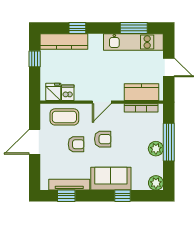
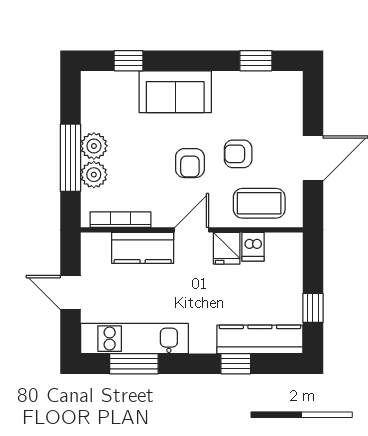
fridge: (53, 92) -> (227, 248), moved
kitchen counter: (142, 92) -> (143, 248), moved
armchair: (103, 139) -> (190, 163), turned -90
plant: (156, 183) -> (94, 175), moved
tv unit: (69, 185) -> (250, 81), removed
window: (122, 196) -> (129, 61), moved

